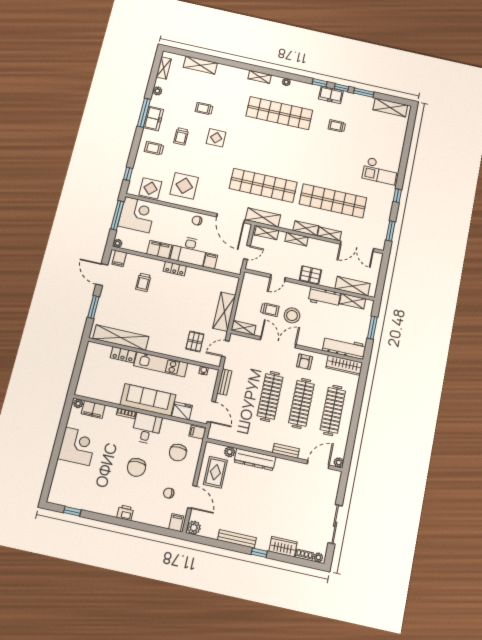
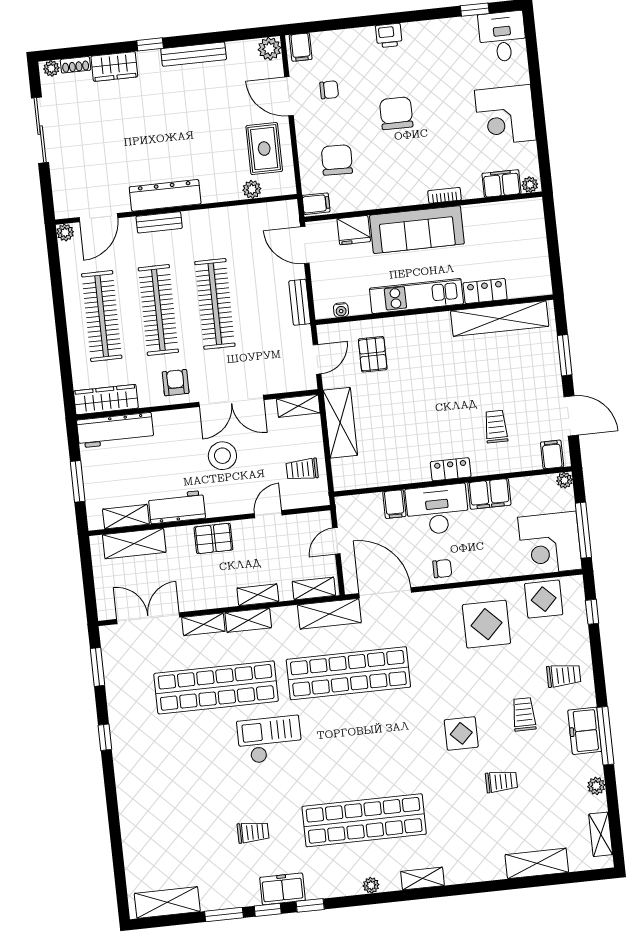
checkout: (380, 171) -> (270, 740), moved
trolley: (270, 310) -> (302, 469), moved
desk: (147, 428) -> (502, 37), moved, turned 180
dresser: (255, 459) -> (165, 195), moved

